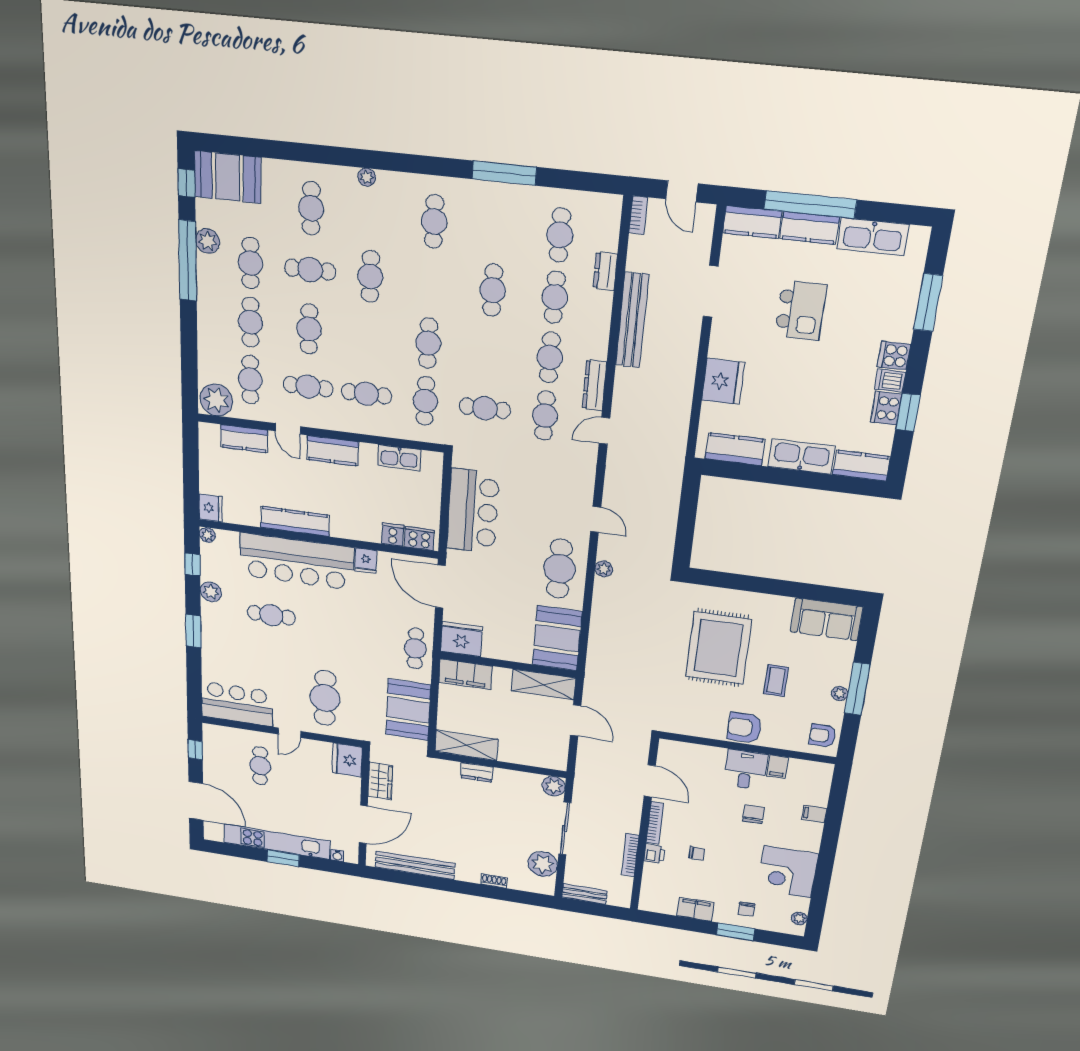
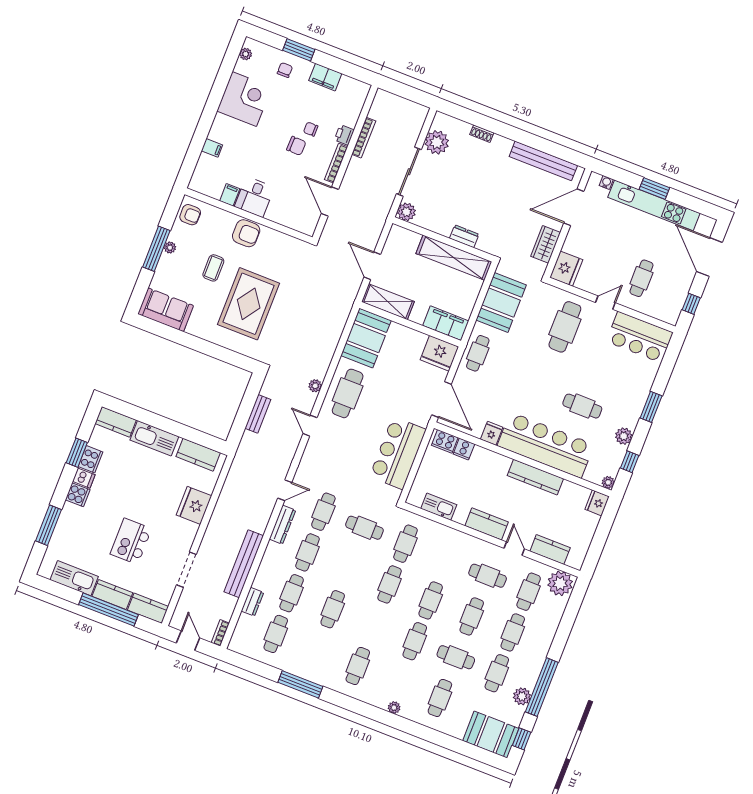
cafe table: (366, 394) -> (431, 600), moved, turned 90
shelving: (466, 745) -> (454, 258), width x1.47
chair: (754, 814) -> (296, 146), moved, turned -89
bench: (584, 894) -> (258, 414), moved, turned 90

